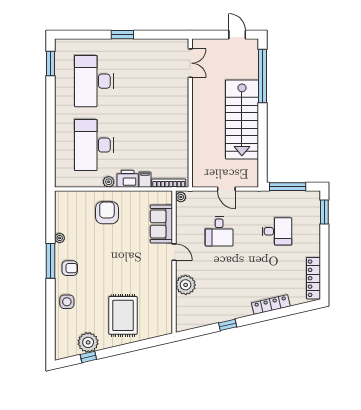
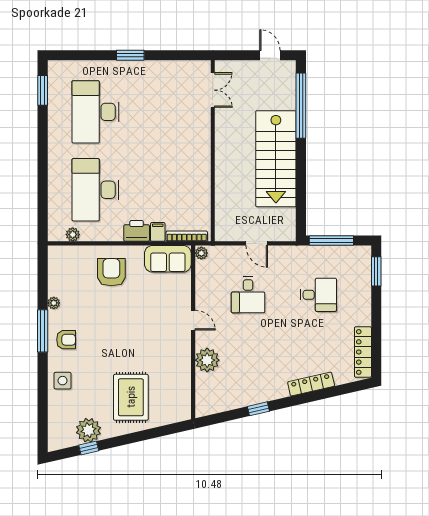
plant: (109, 182) -> (73, 235), moved
sofa: (161, 224) -> (168, 259), moved, turned -90

